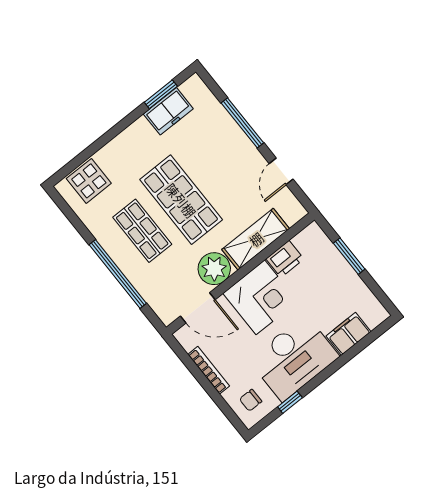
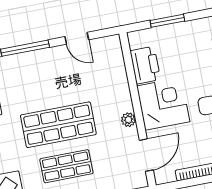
shelving: (256, 239) -> (118, 84), removed
printer: (285, 259) -> (145, 65), width x1.37, depth x1.19
plant: (214, 269) -> (128, 120), width x0.53, depth x0.53

